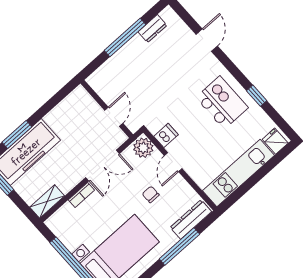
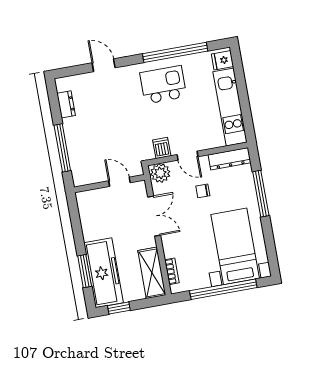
window: (125, 38) -> (62, 148), moved
window: (257, 96) -> (175, 52), width x3.17
bookcase: (81, 195) -> (172, 271), moved
shelving: (47, 202) -> (152, 273), width x1.50, depth x1.33
dresser: (191, 220) -> (230, 159), moved, turned -90

